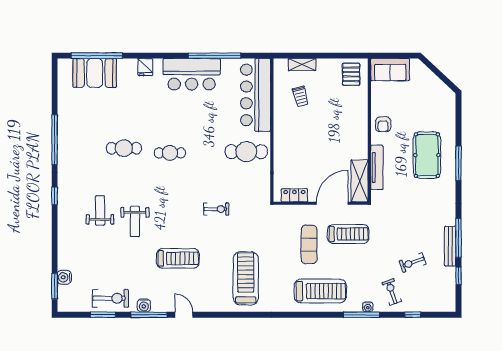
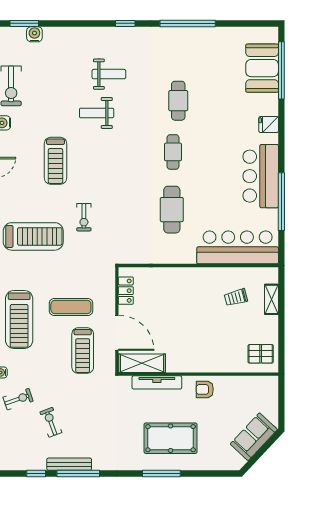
sofa: (390, 70) -> (254, 437), moved, turned 43
cafe table: (246, 152) -> (172, 210), moved
exercise bike: (216, 209) -> (84, 217), moved

